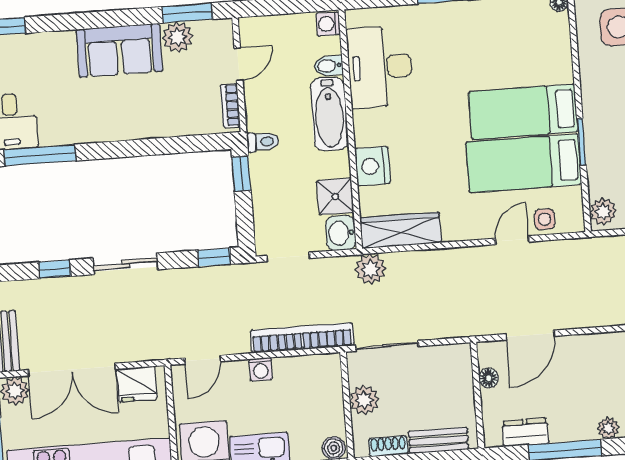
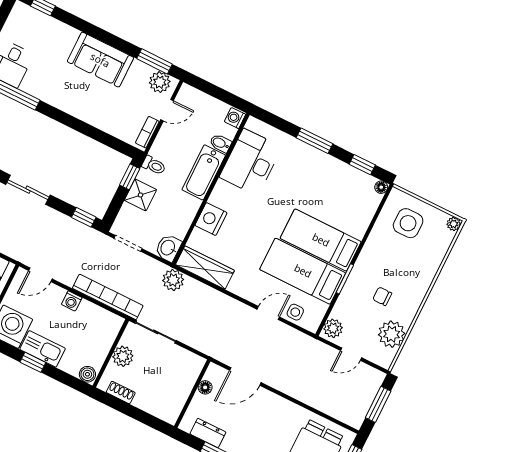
plant: (178, 37) -> (160, 82), moved
shower: (335, 196) -> (140, 195), moved
bench: (439, 440) -> (153, 407), removed

